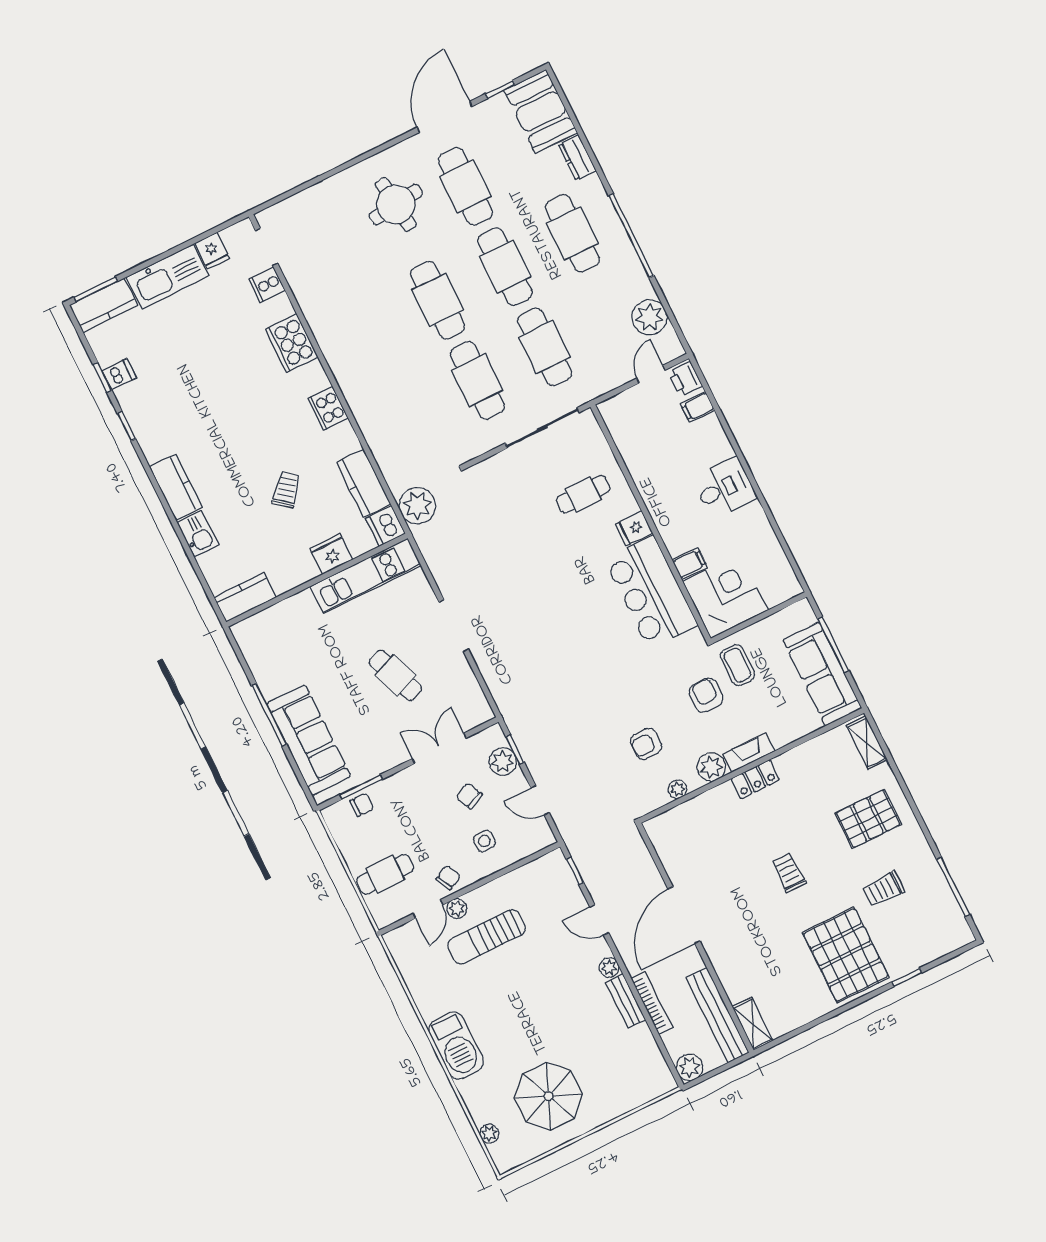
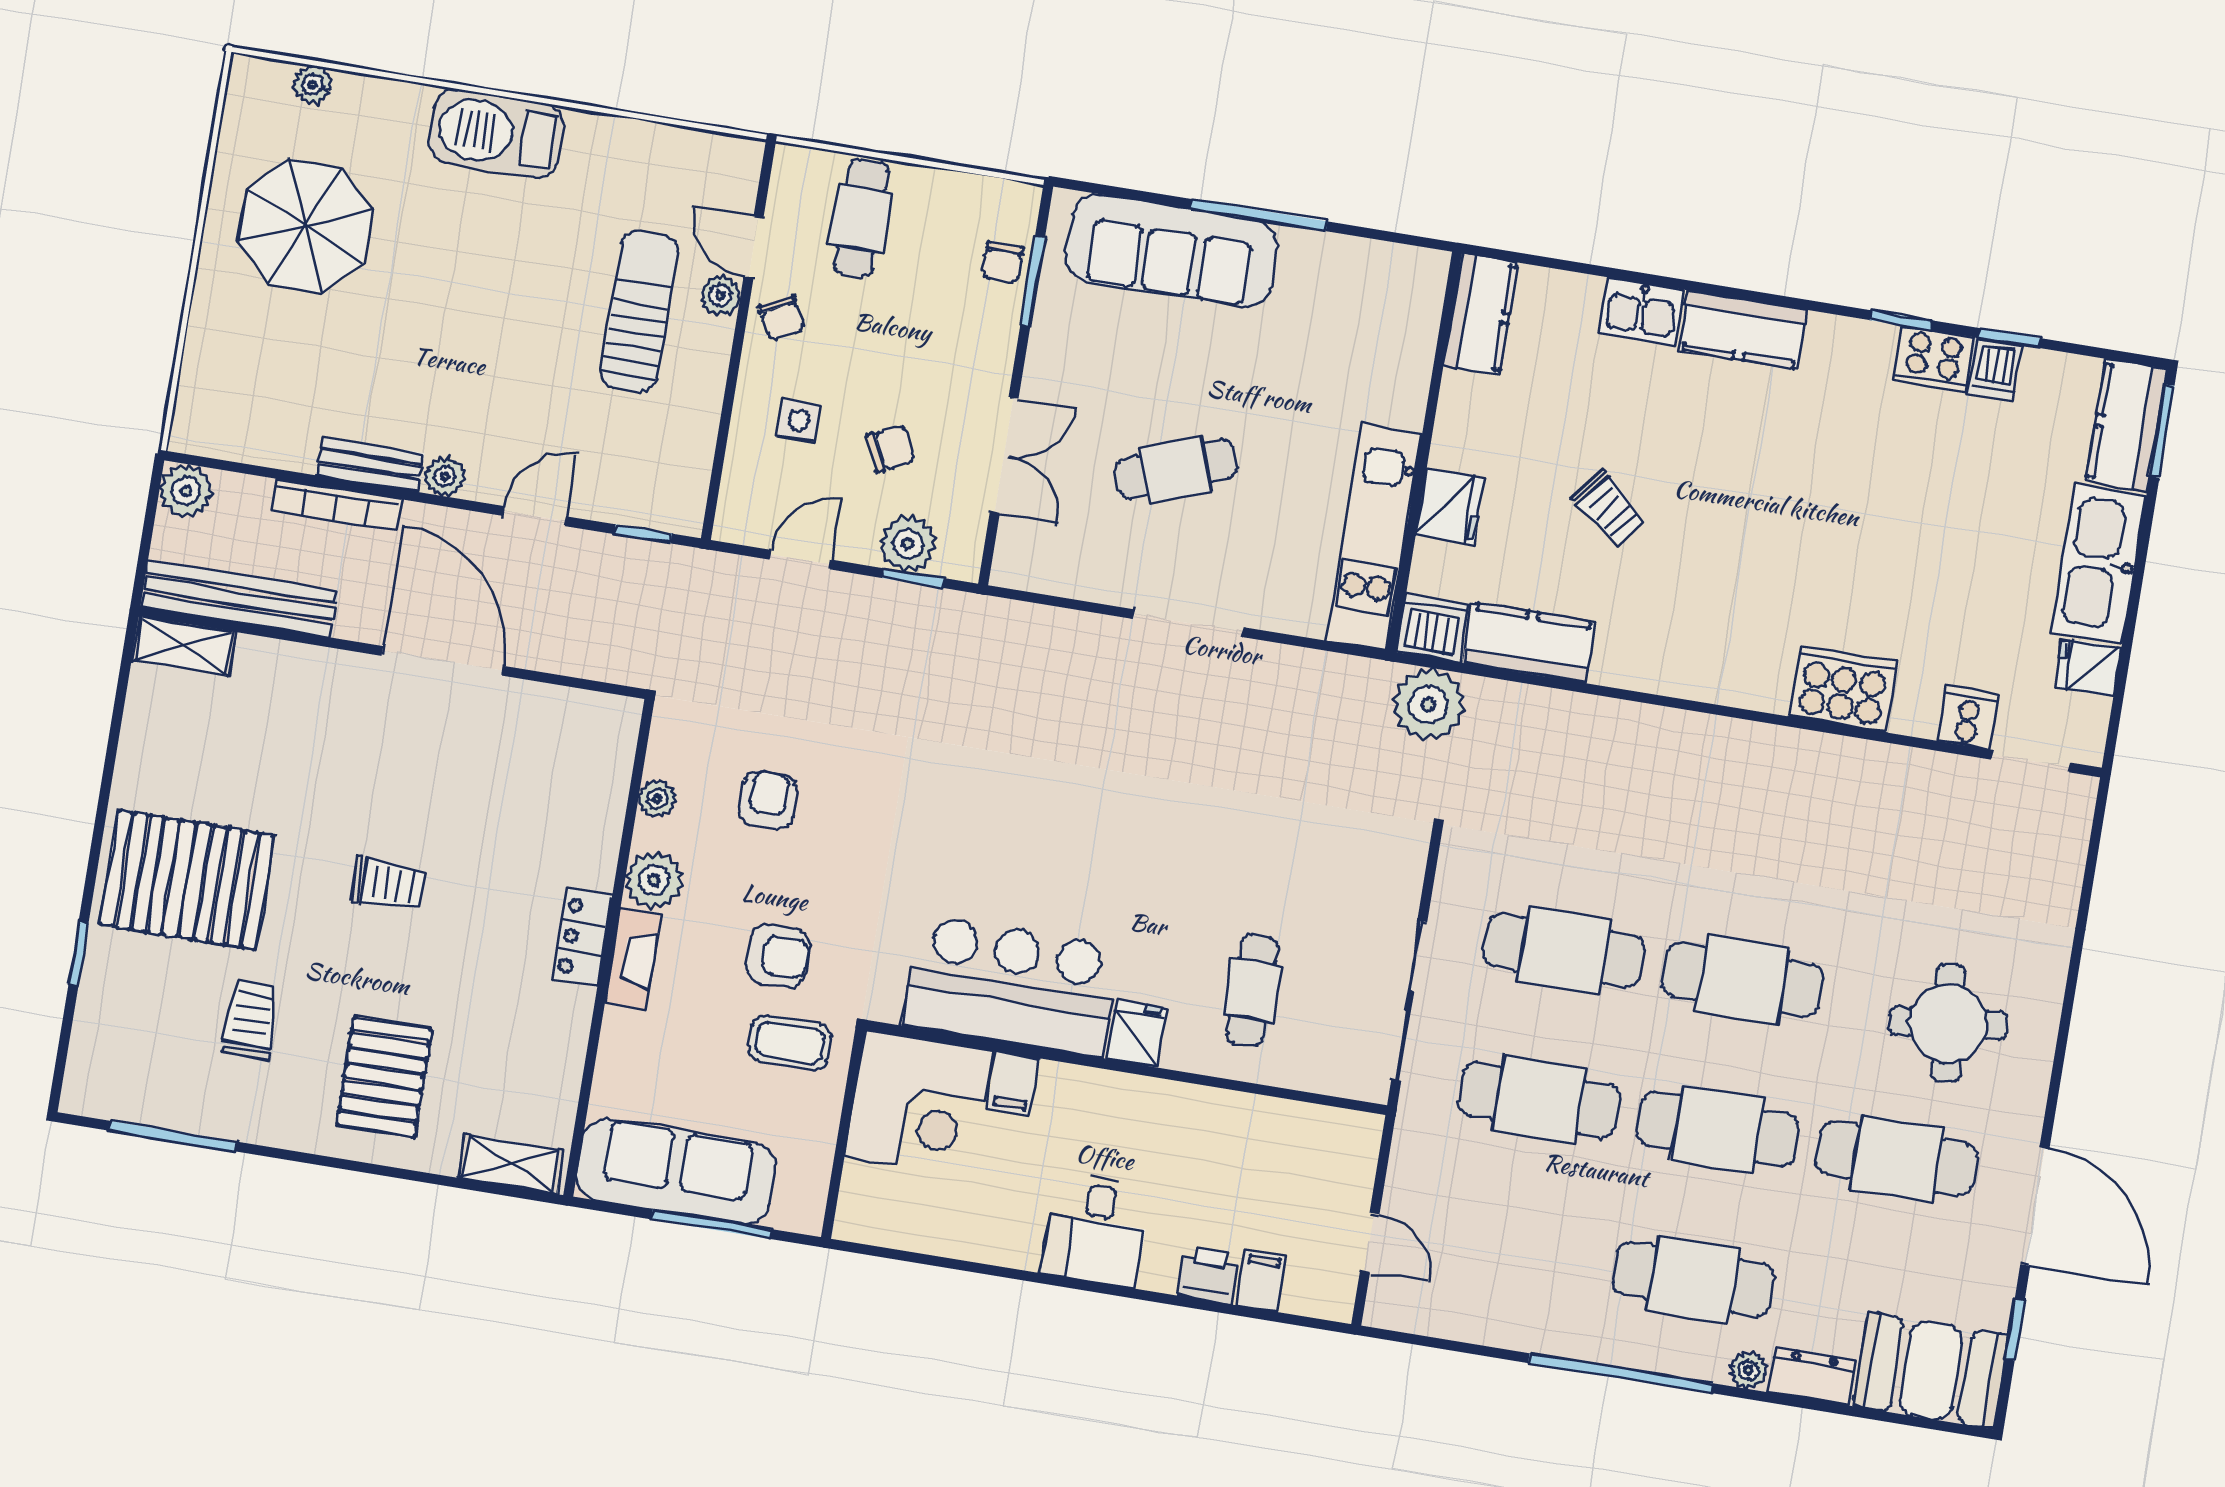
plant: (649, 317) -> (1749, 1370), moved, width x0.53, depth x0.53
printer: (685, 379) -> (1208, 1275), moved
cooker: (328, 408) -> (1934, 359), moved, turned 180

